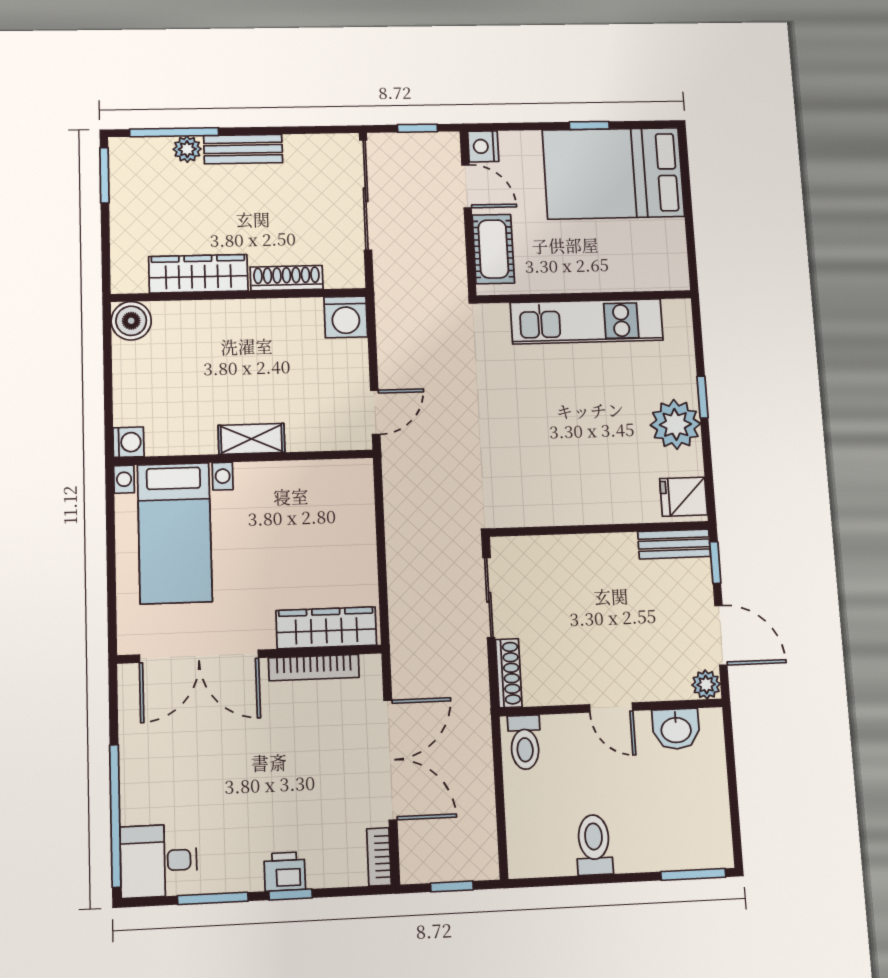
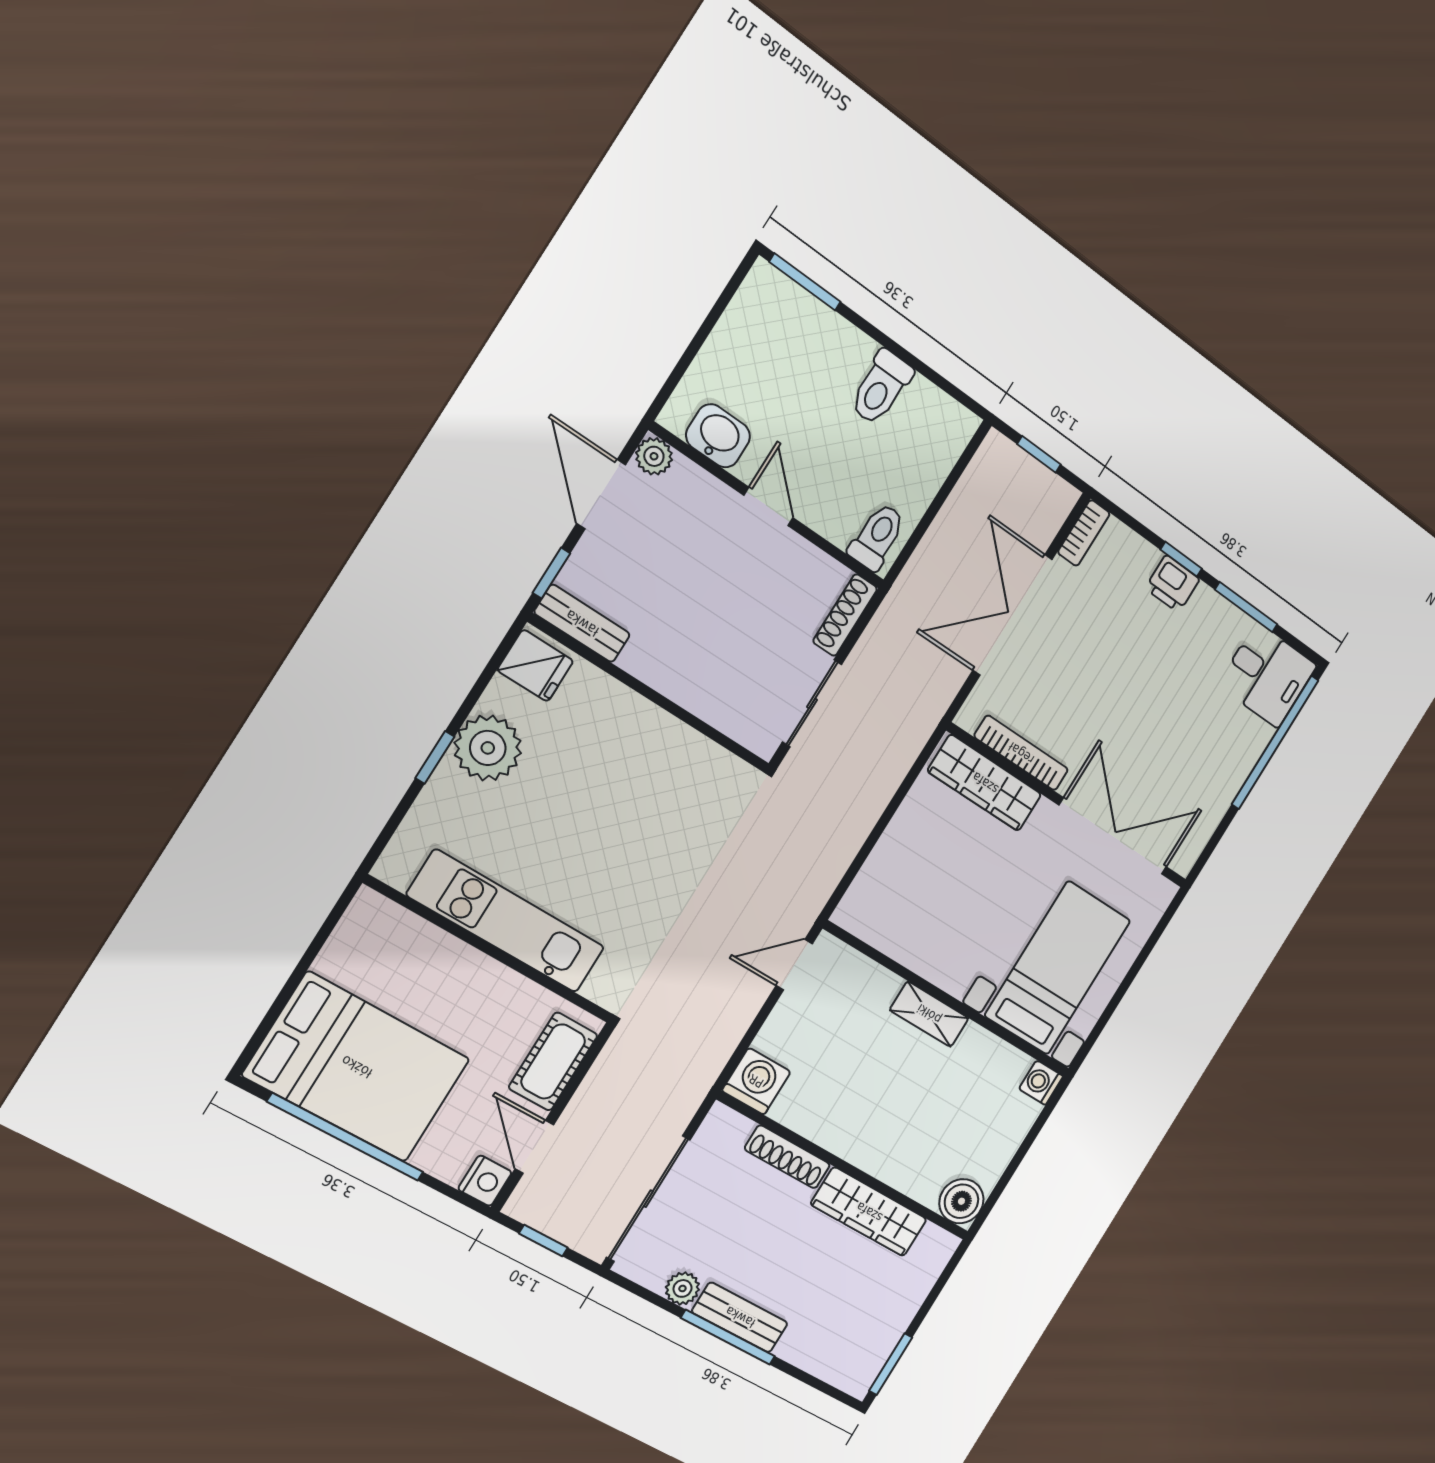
window: (589, 125) -> (346, 1137), width x3.17
window: (174, 132) -> (728, 1337), moved
plant: (187, 149) -> (682, 1288), moved

